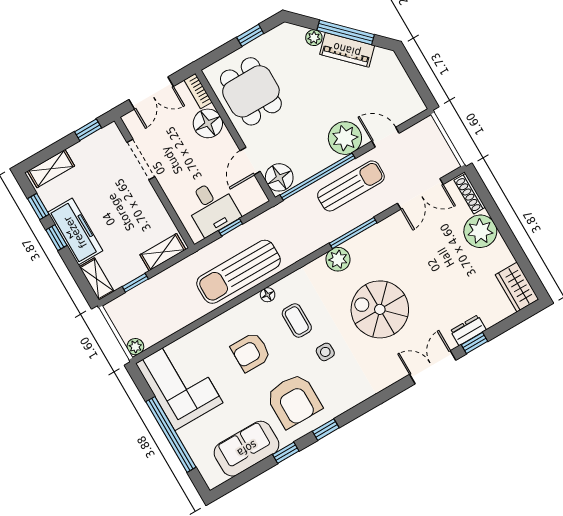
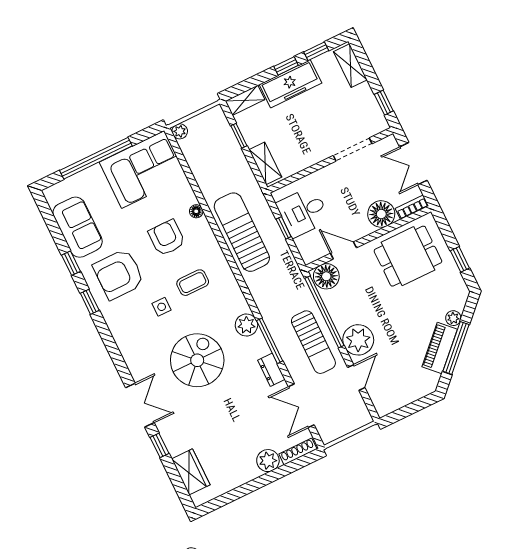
plant: (480, 231) -> (268, 461), width x0.73, depth x0.73
wardrobe: (517, 287) -> (191, 472), moved, turned 90
floor lamp: (268, 295) -> (196, 211), moved
dresser: (468, 330) -> (271, 370), moved, turned 180

